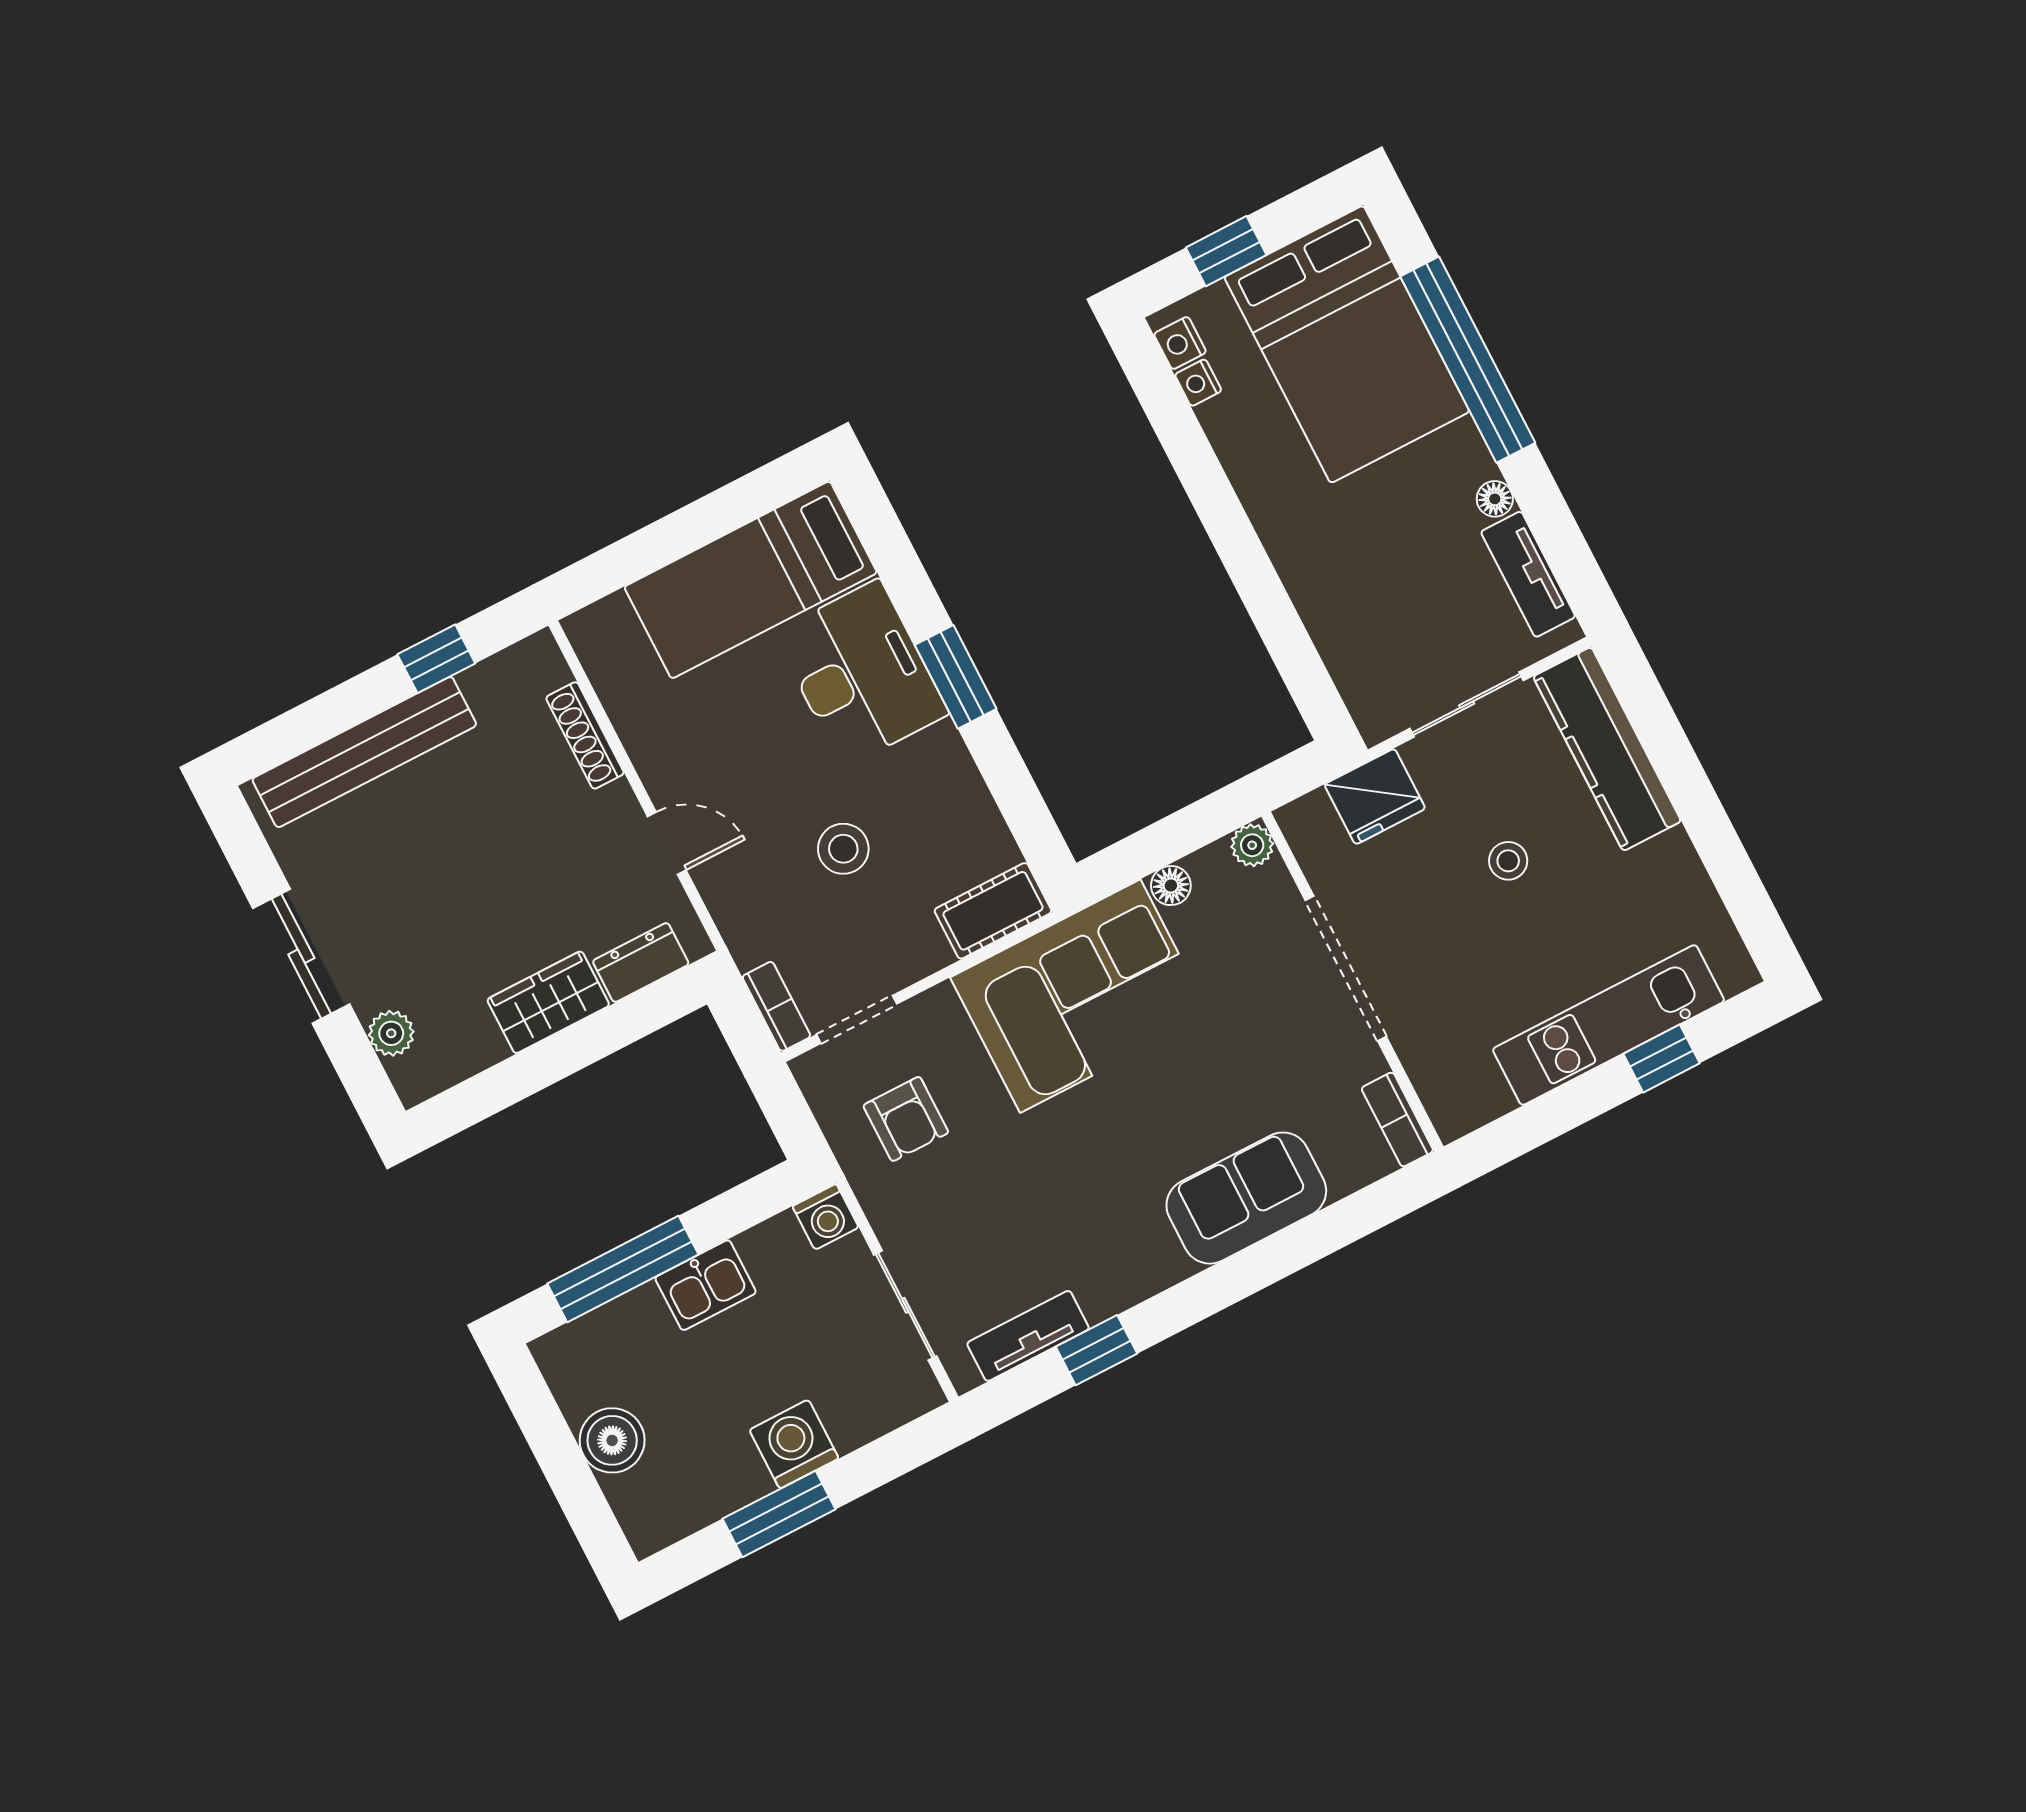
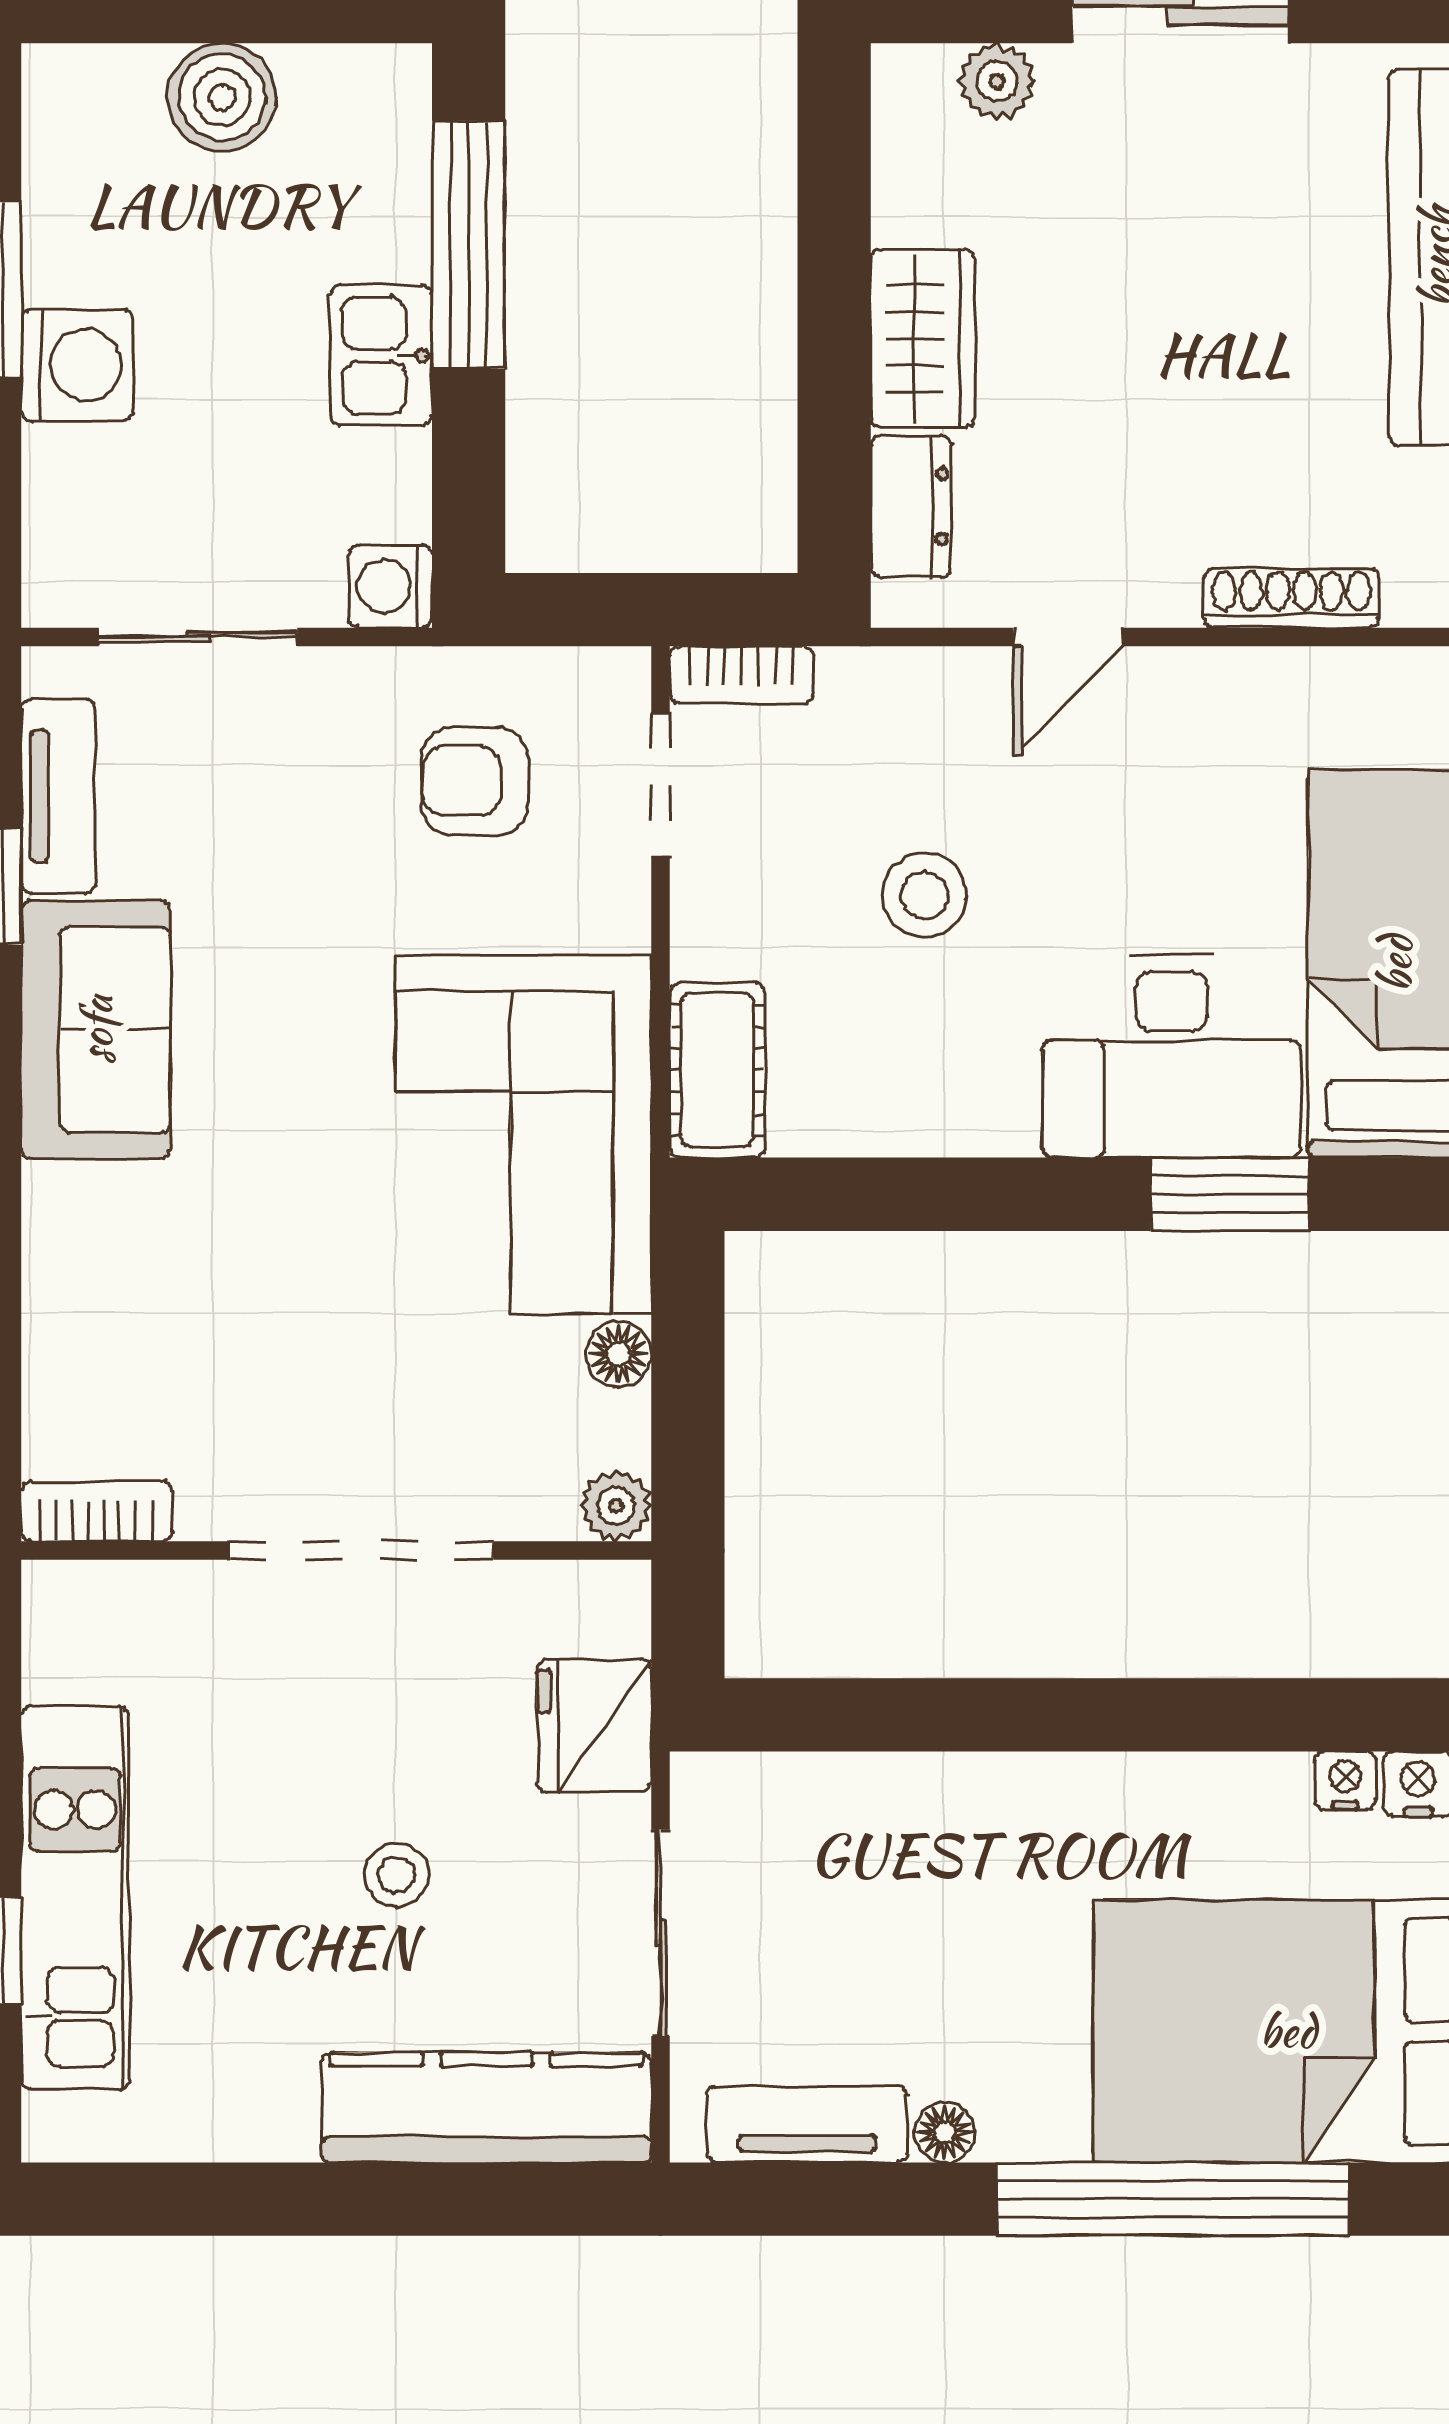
window: (956, 677) -> (1230, 1194), moved
sofa: (1246, 1198) -> (96, 1030), moved

